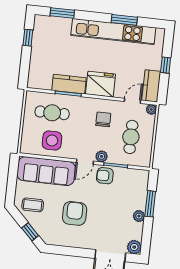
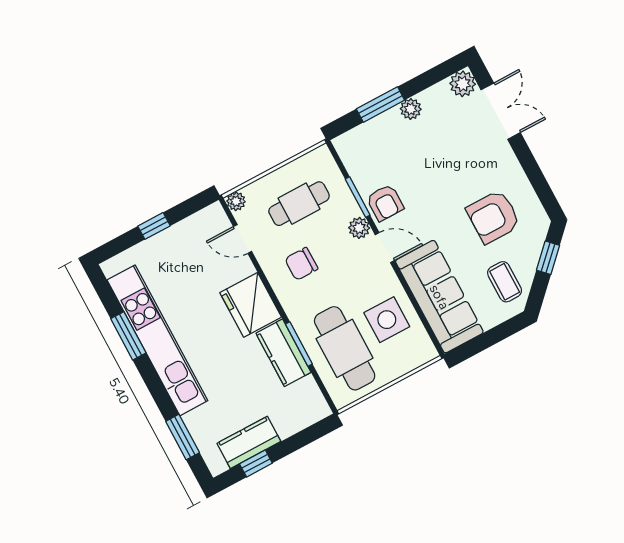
kitchen counter: (151, 86) -> (249, 442), moved, turned 180
cafe table: (52, 113) -> (345, 348), width x1.37, depth x1.35
armchair: (75, 213) -> (493, 217), moved

